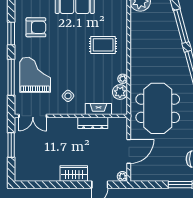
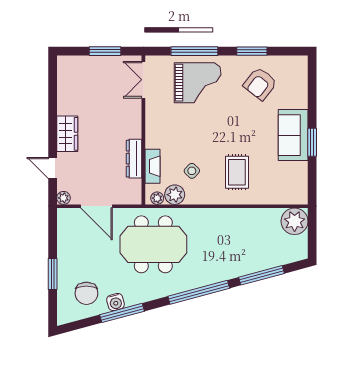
armchair: (36, 27) -> (260, 84), turned 38
plant: (123, 79) -> (157, 198), moved
side table: (68, 96) -> (192, 171), moved

